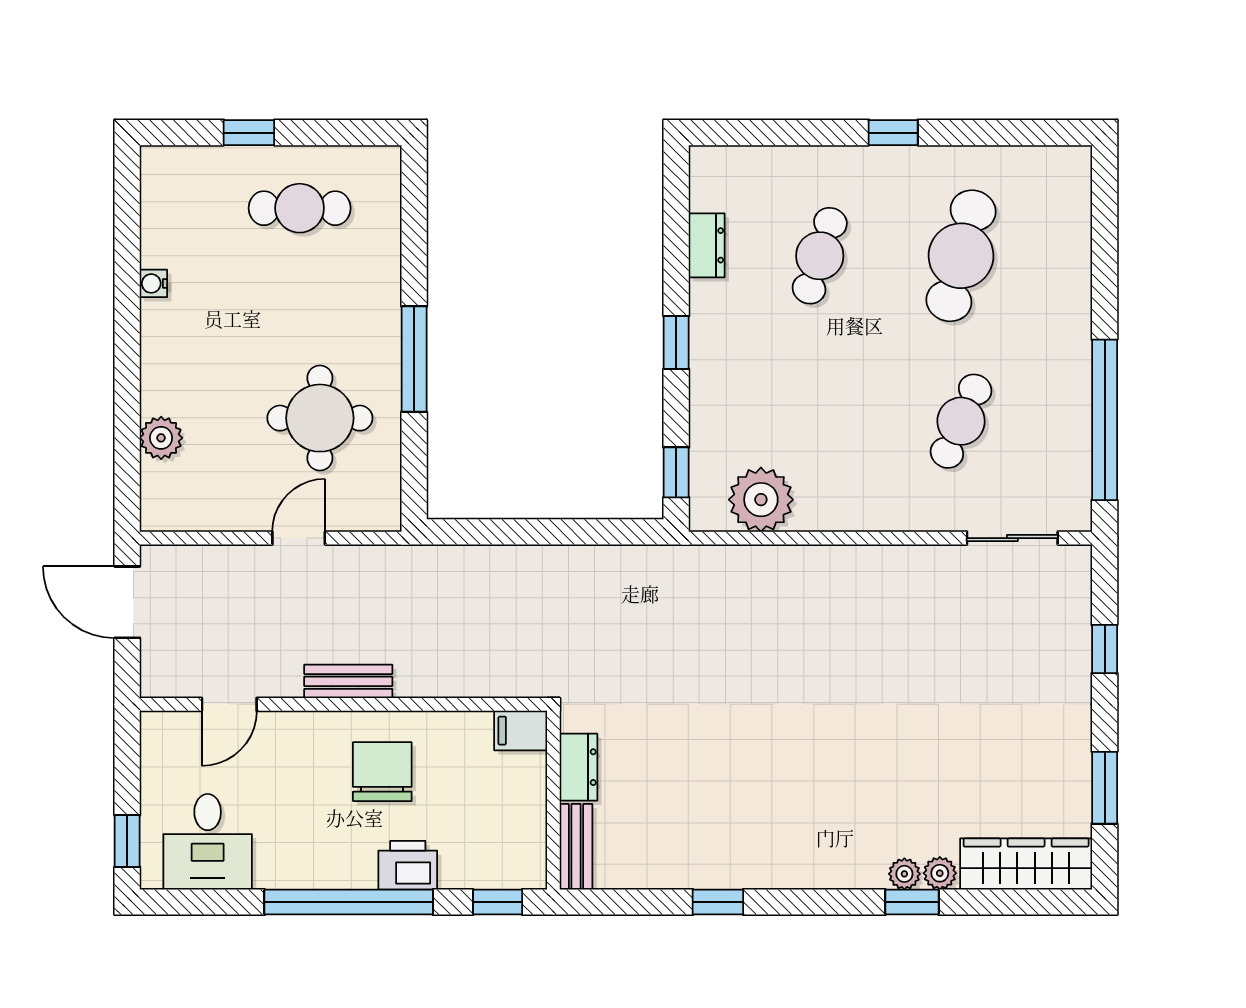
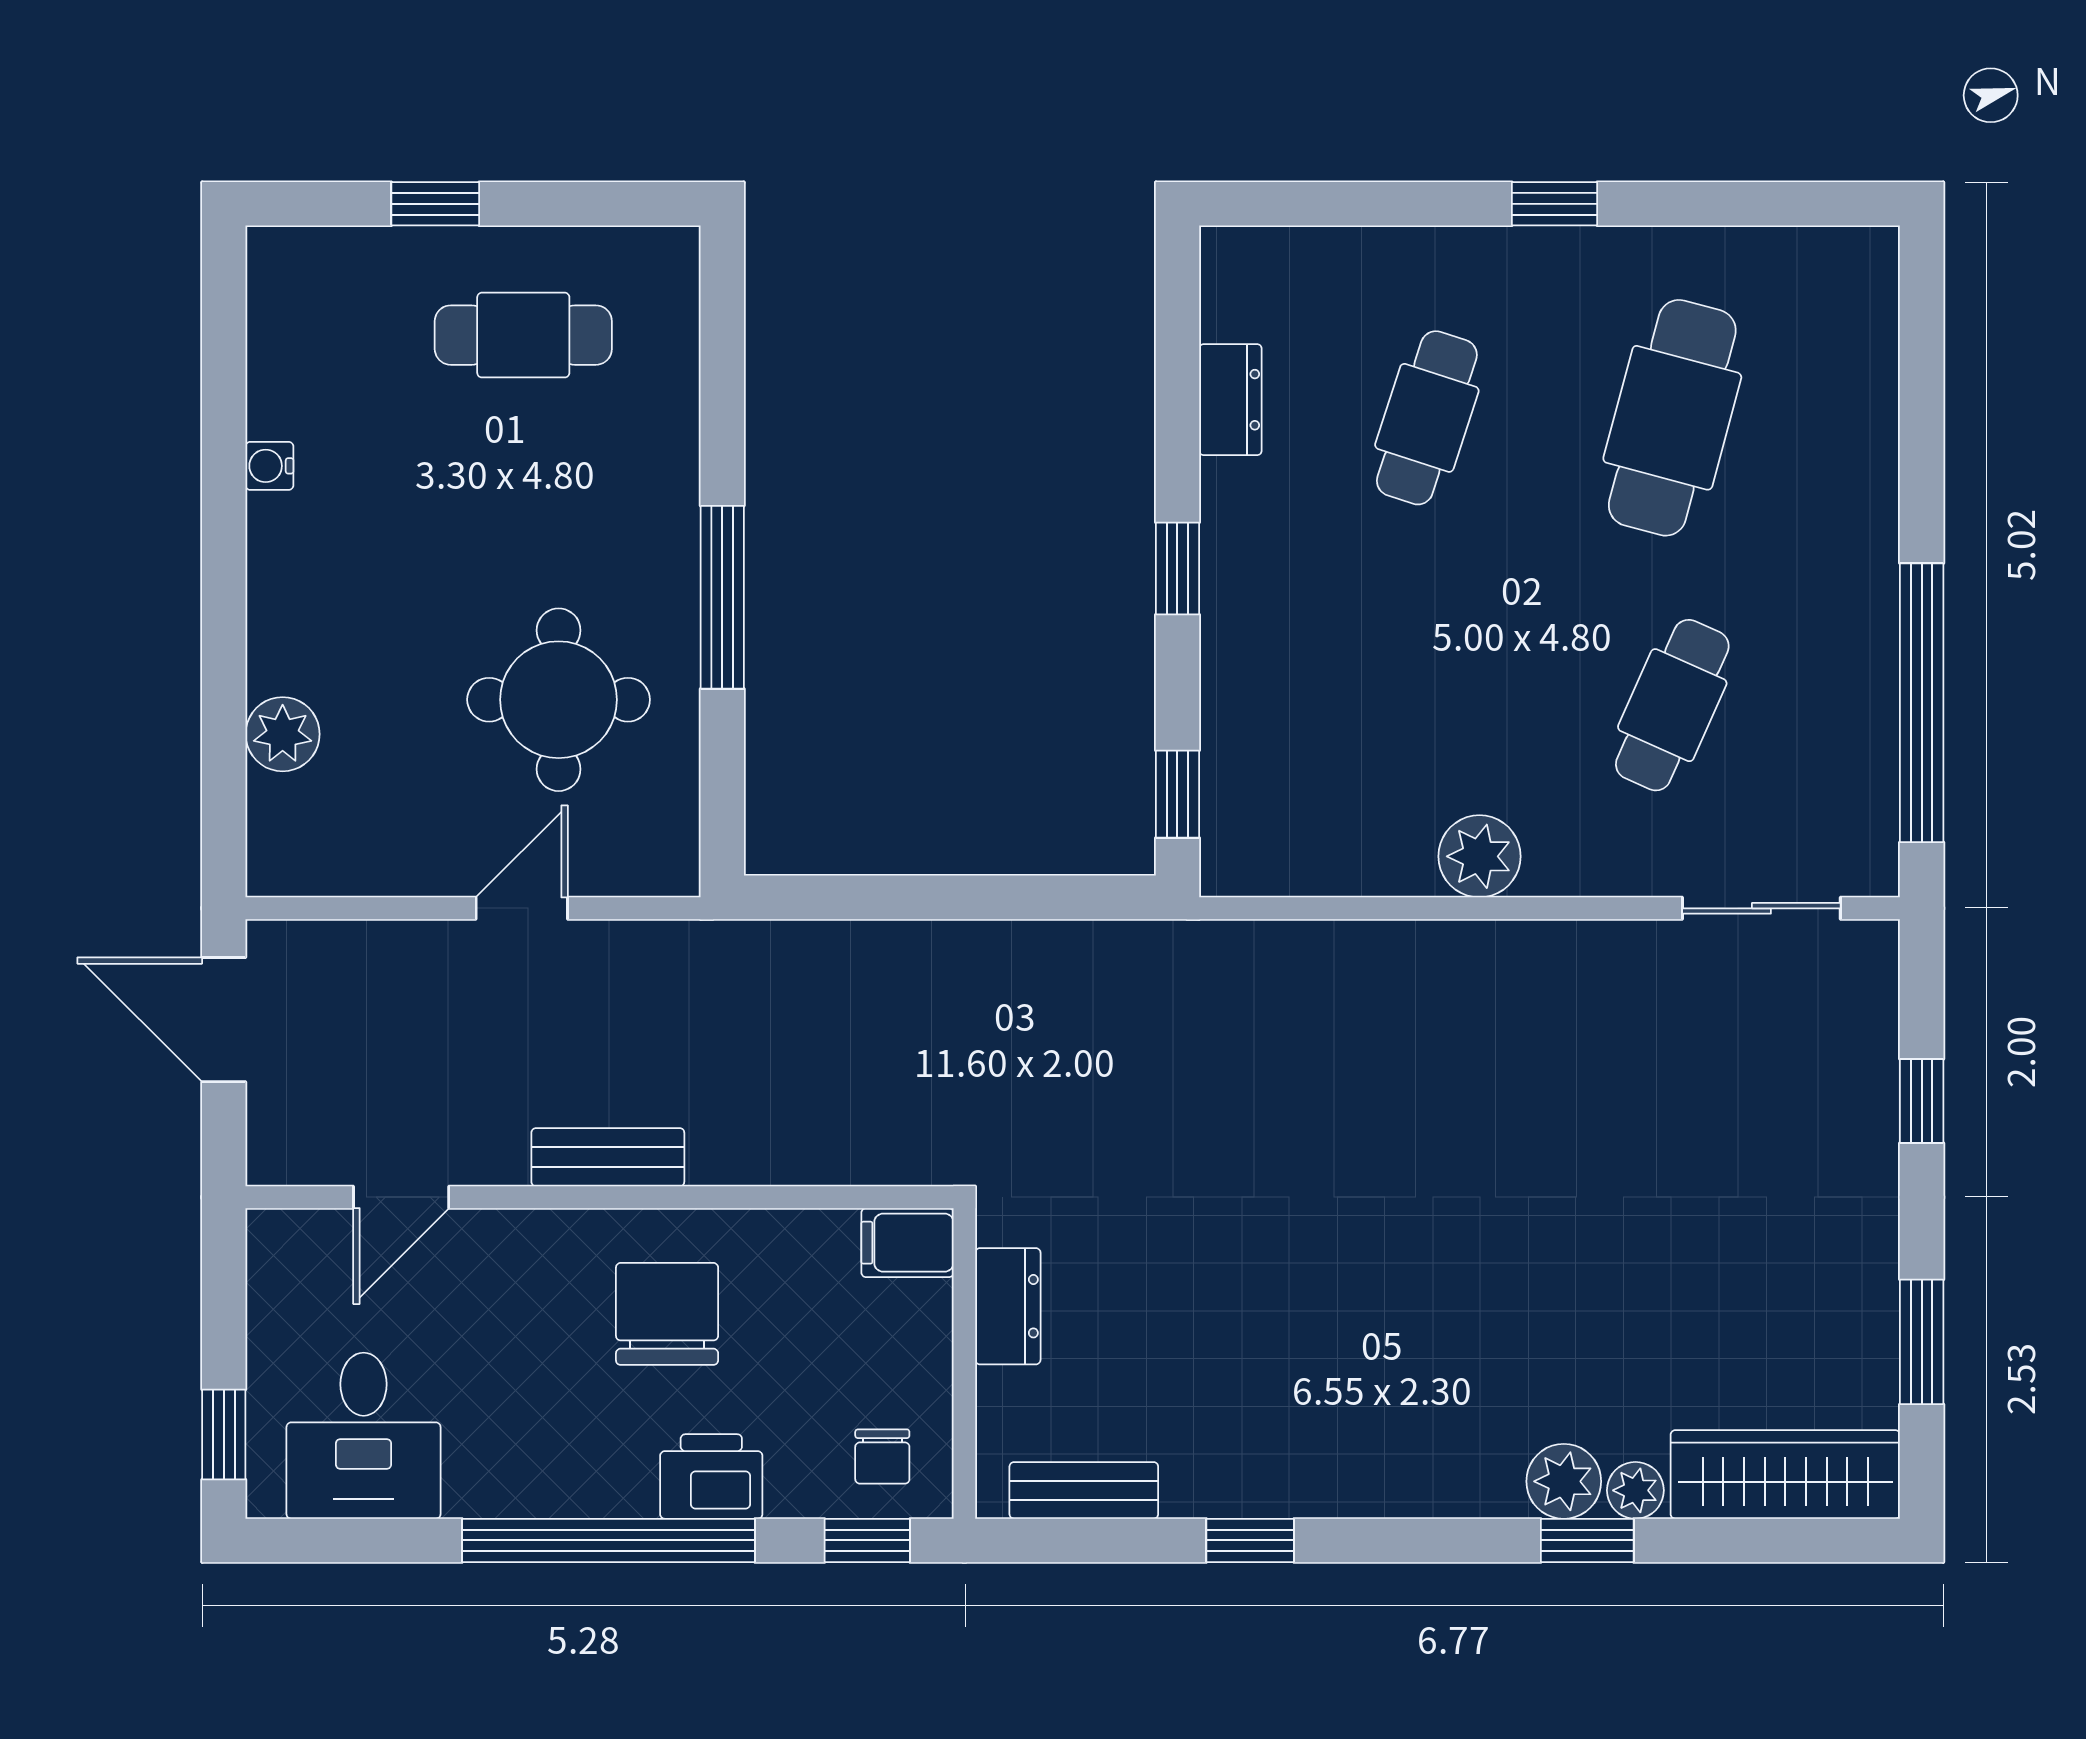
plant: (761, 500) -> (1479, 856), moved, width x0.73, depth x0.73
bench: (576, 847) -> (1084, 1490), moved, turned 90
chair: (506, 854) -> (882, 1457), added
plant: (904, 874) -> (1564, 1481), width x1.38, depth x1.38

